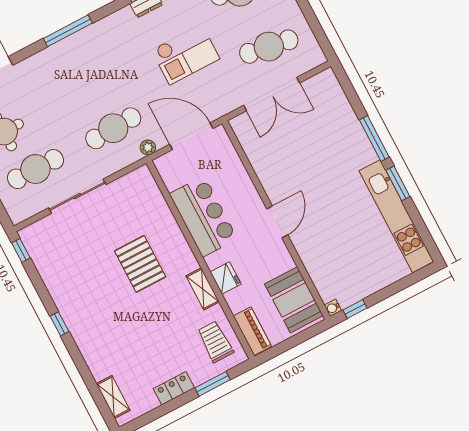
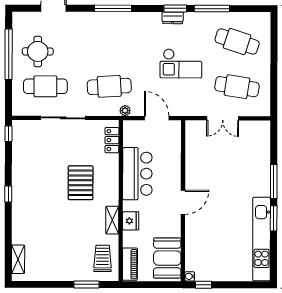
double door: (272, 94) -> (223, 118), width x0.73
door: (191, 136) -> (157, 118), width x0.73
locker: (174, 388) -> (112, 140), moved, turned -90

